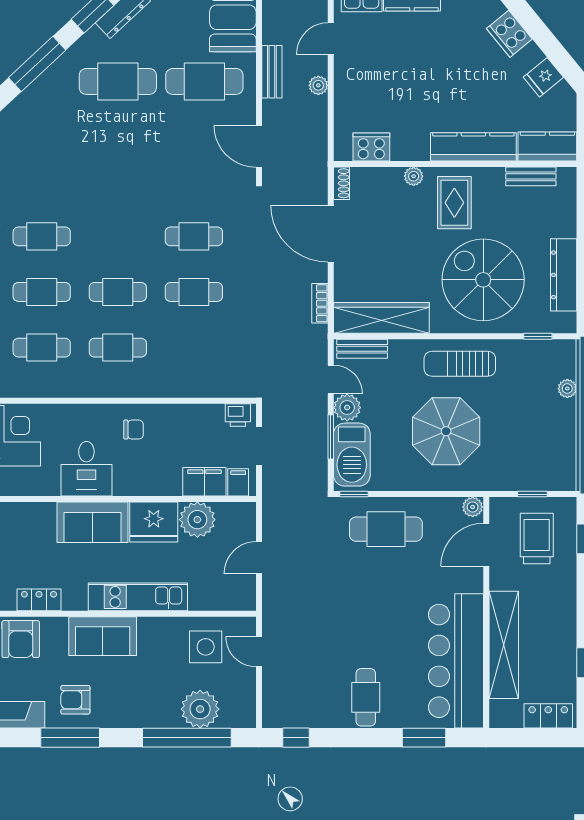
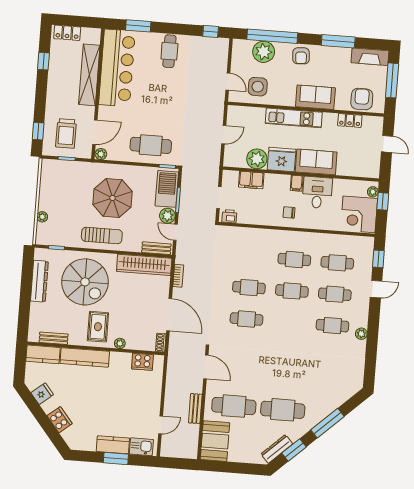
plant: (318, 85) -> (170, 399), removed
filing cabinet: (238, 482) -> (297, 183), moved
armchair: (75, 700) -> (301, 56), moved, turned 86

